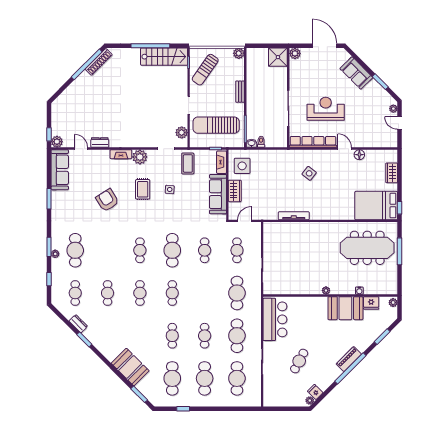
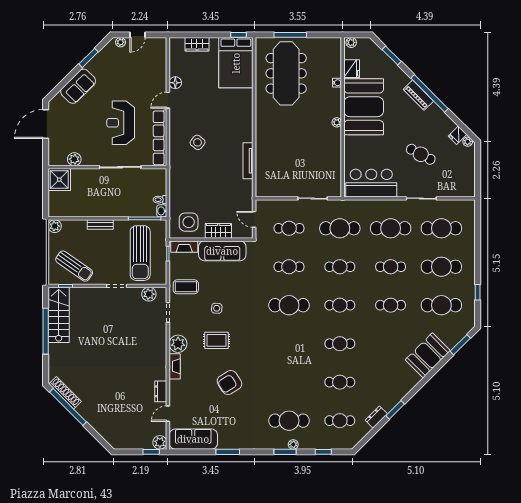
plant: (295, 53) -> (74, 159), moved
cafe table: (140, 250) -> (340, 267), moved
booth: (345, 308) -> (364, 107), width x1.36, depth x1.42

